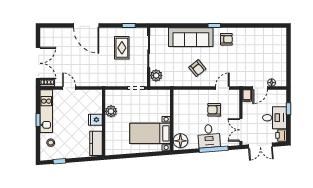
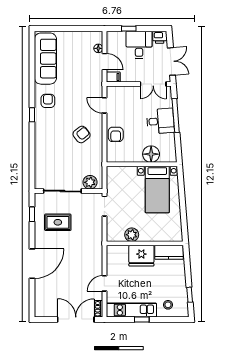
sofa: (191, 37) -> (45, 59), moved
armchair: (214, 110) -> (116, 134), moved
fridge: (95, 120) -> (141, 256), width x1.88, depth x1.34
floor lamp: (180, 141) -> (151, 154), moved

